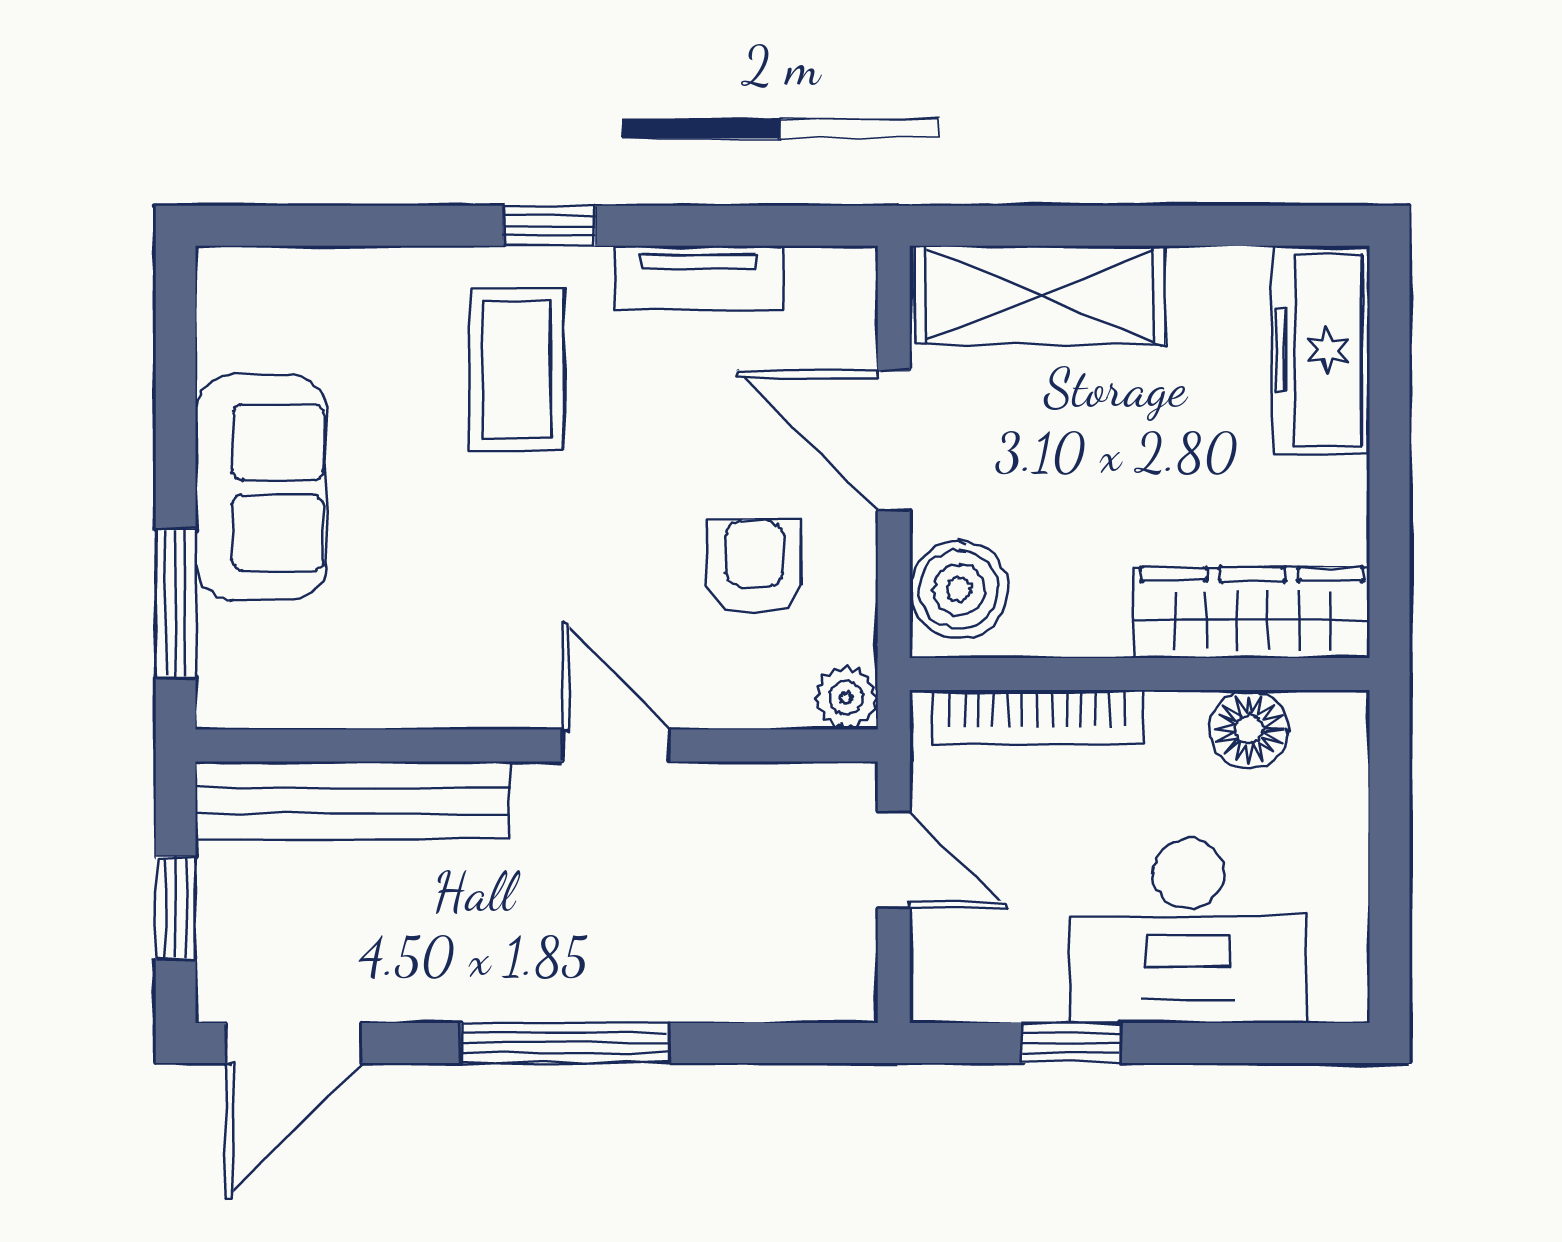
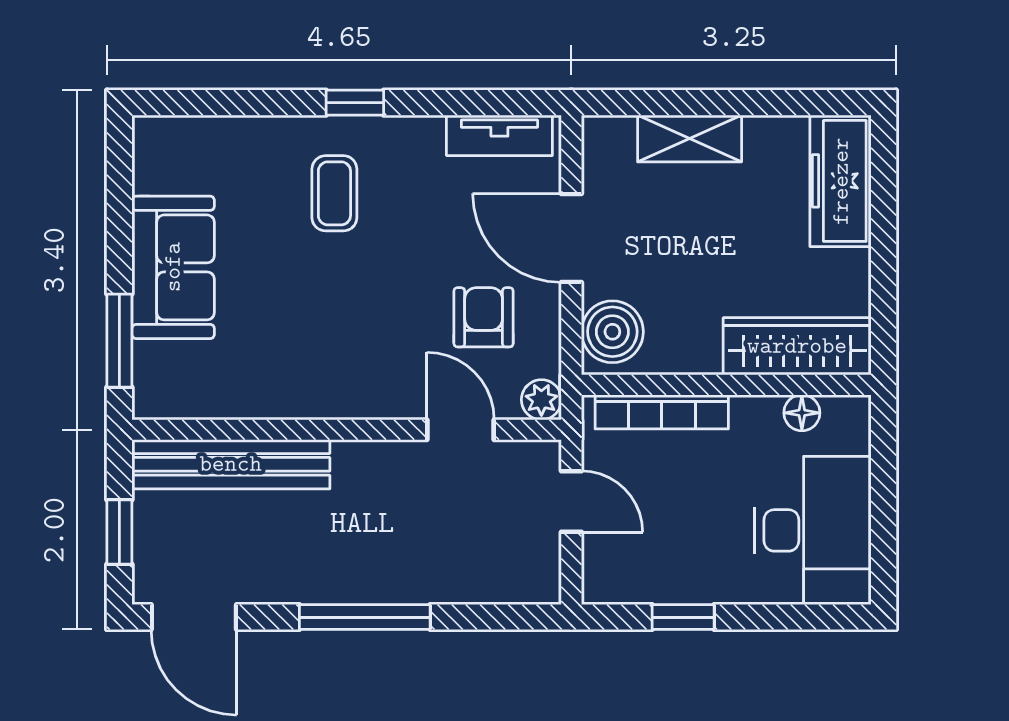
tv unit: (699, 278) -> (499, 135), moved
shelving: (1040, 295) -> (690, 139), width x0.67, depth x0.75
coffee table: (517, 370) -> (334, 193), width x0.73, depth x0.77
floor lamp: (1249, 729) -> (802, 413), width x0.73, depth x0.73
door: (616, 745) -> (461, 430), moved
desk: (1188, 931) -> (813, 530), moved, turned -90
door: (294, 1043) -> (194, 617), hinge flipped

